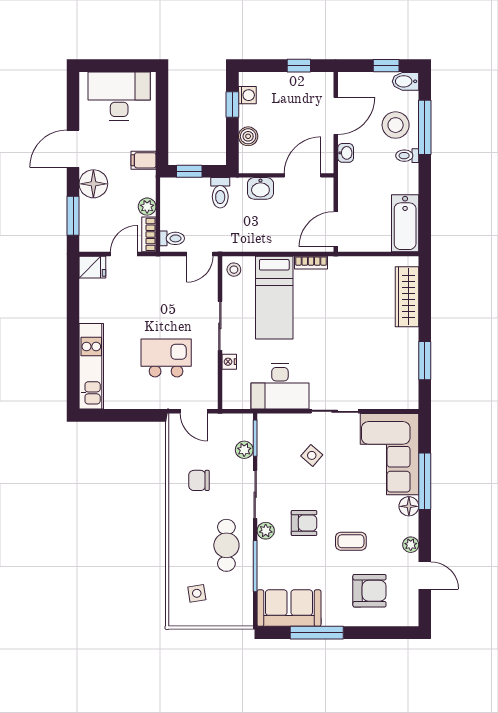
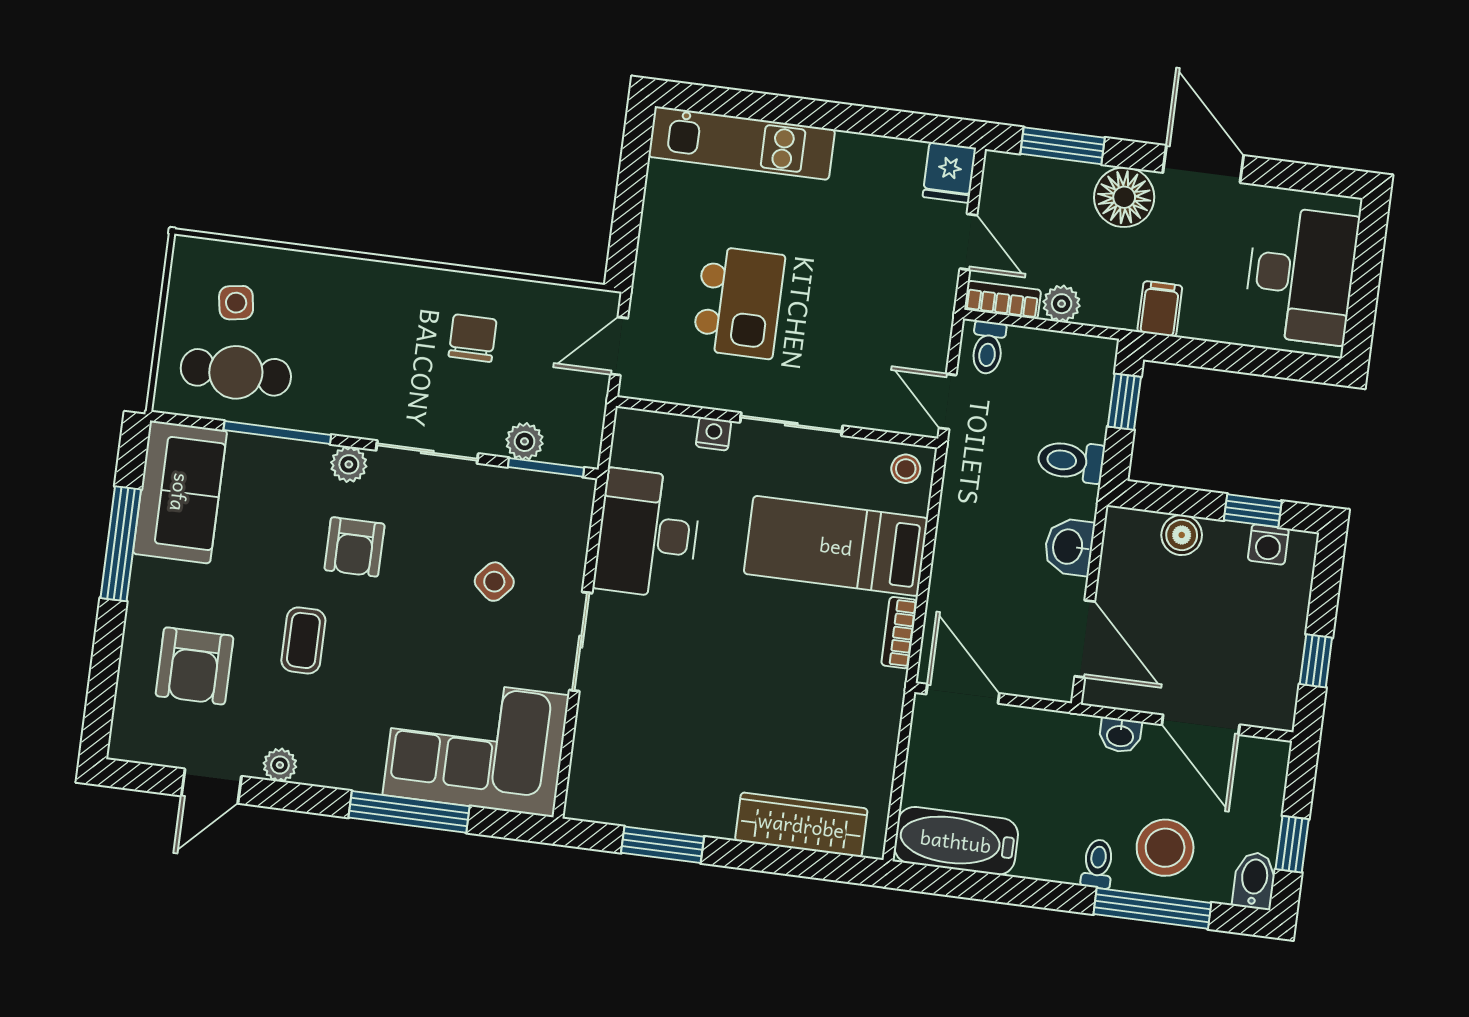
floor lamp: (409, 506) -> (361, 772), removed
cafe table: (226, 545) -> (236, 372), moved

